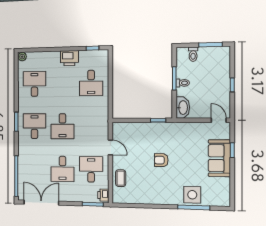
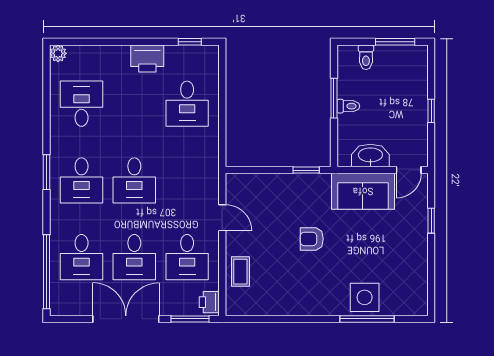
washbasin: (183, 108) -> (370, 156), moved, turned -90
door: (219, 120) -> (409, 170), swing flipped
desk: (34, 126) -> (82, 180), turned 180
sofa: (219, 158) -> (363, 191), moved, turned -90
desk: (34, 168) -> (82, 257), added
desk: (91, 169) -> (187, 257), turned 180
double door: (41, 203) -> (126, 319), moved

